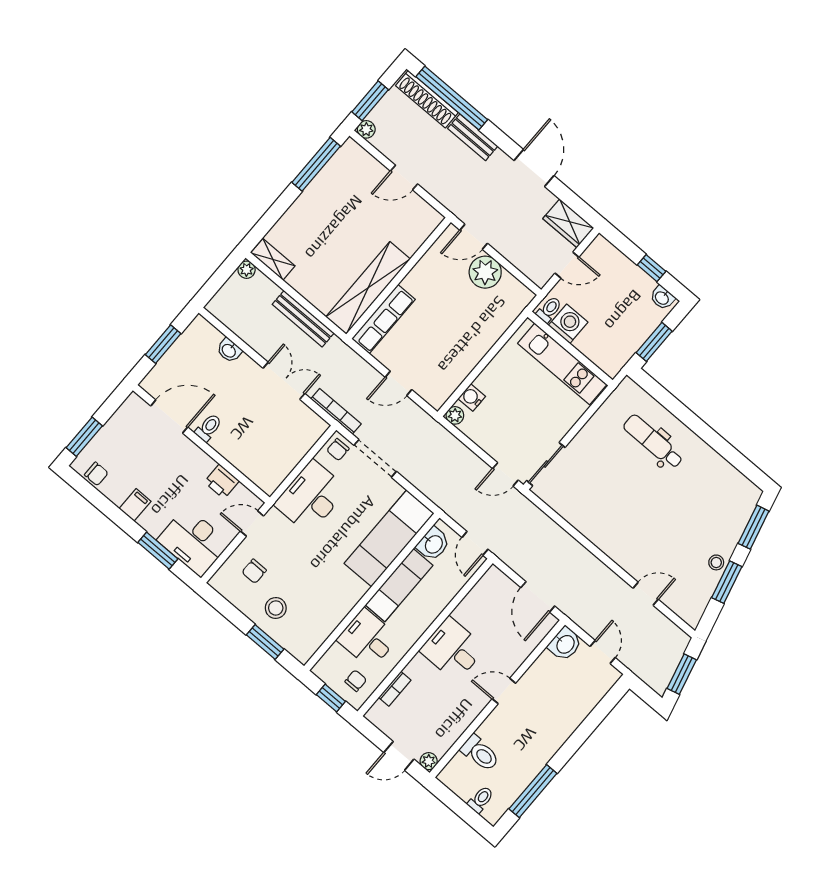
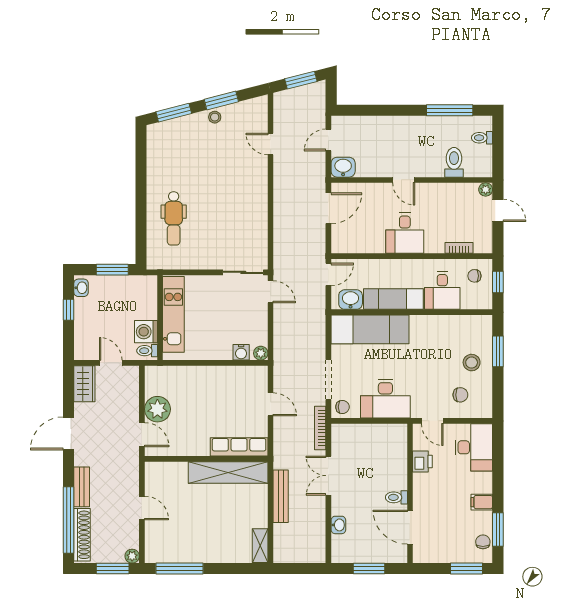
plant: (247, 270) -> (280, 556), removed
window: (158, 551) -> (498, 530), moved

